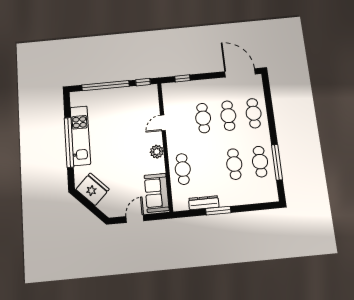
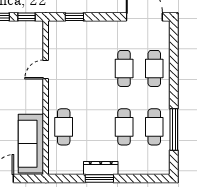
cafe table: (203, 118) -> (94, 68), removed
plant: (157, 152) -> (35, 103), removed
sofa: (157, 193) -> (31, 144), width x1.36
dresser: (204, 203) -> (101, 168), moved

